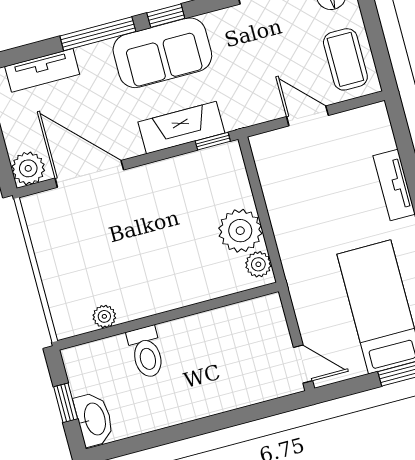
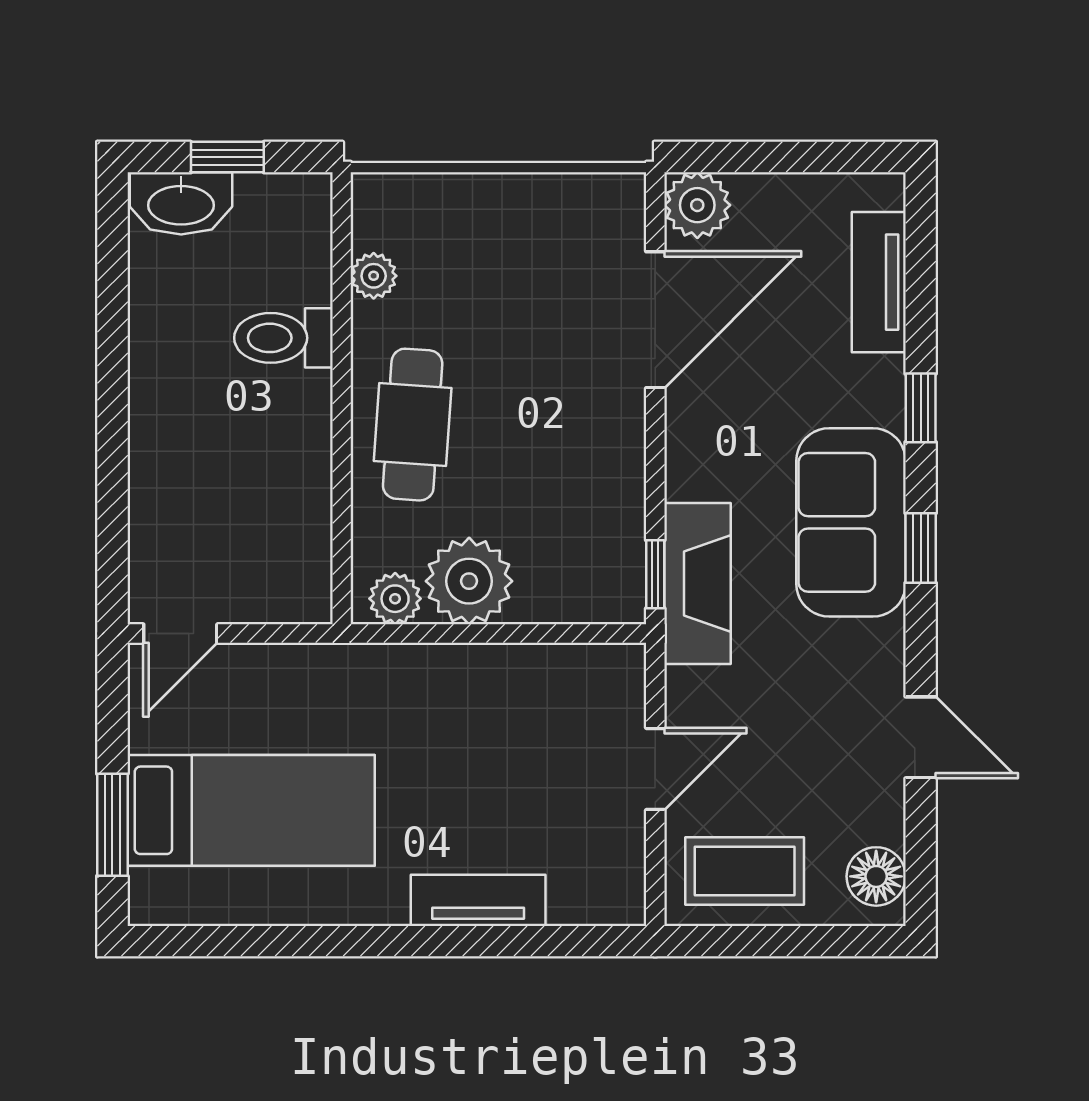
window: (98, 34) -> (921, 408), width x0.46
fireplace: (181, 128) -> (697, 583), moved
cafe table: (172, 278) -> (413, 425), added

